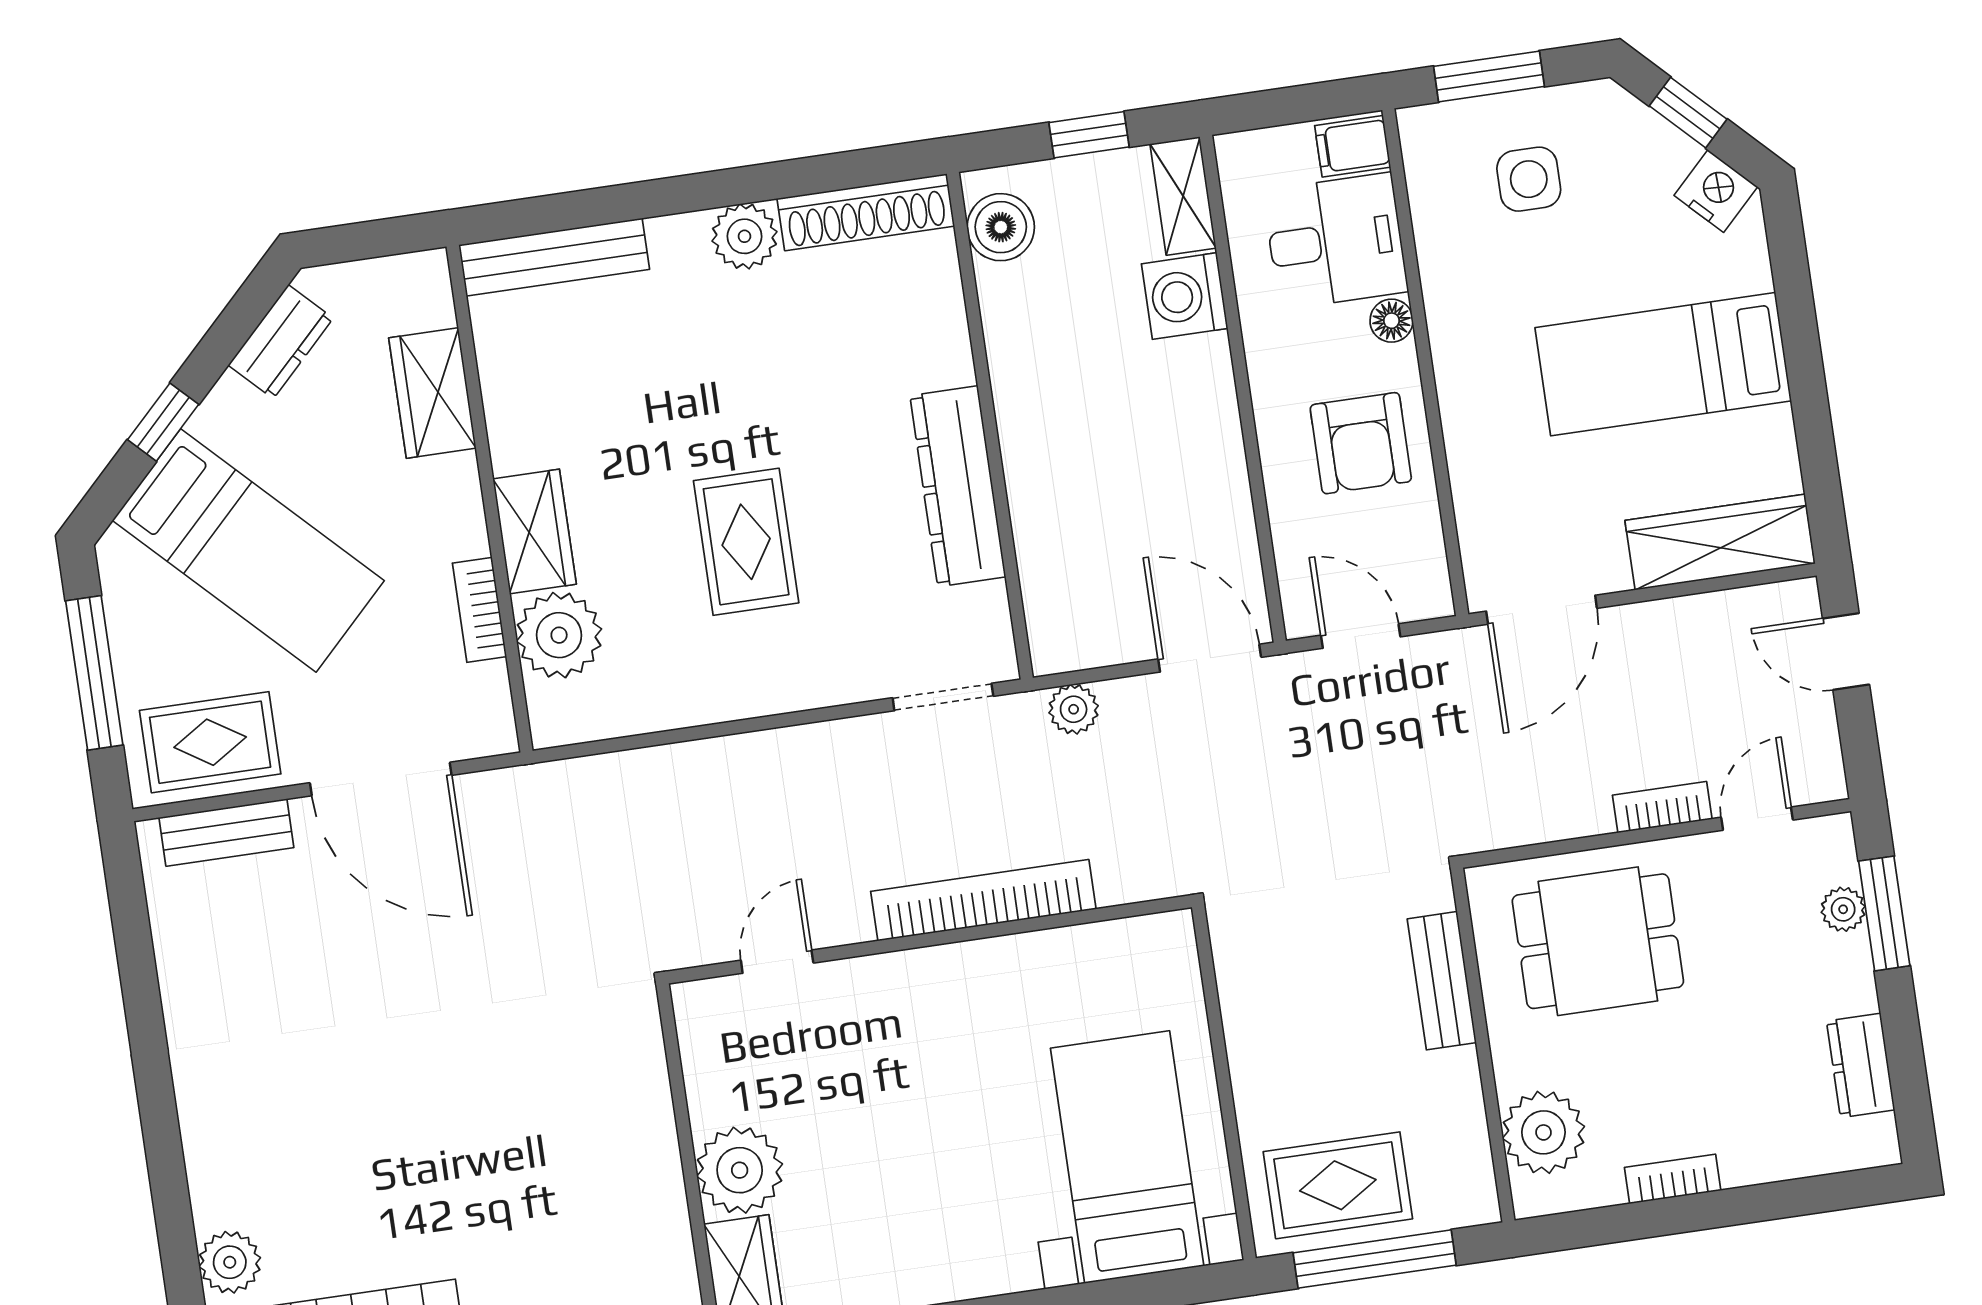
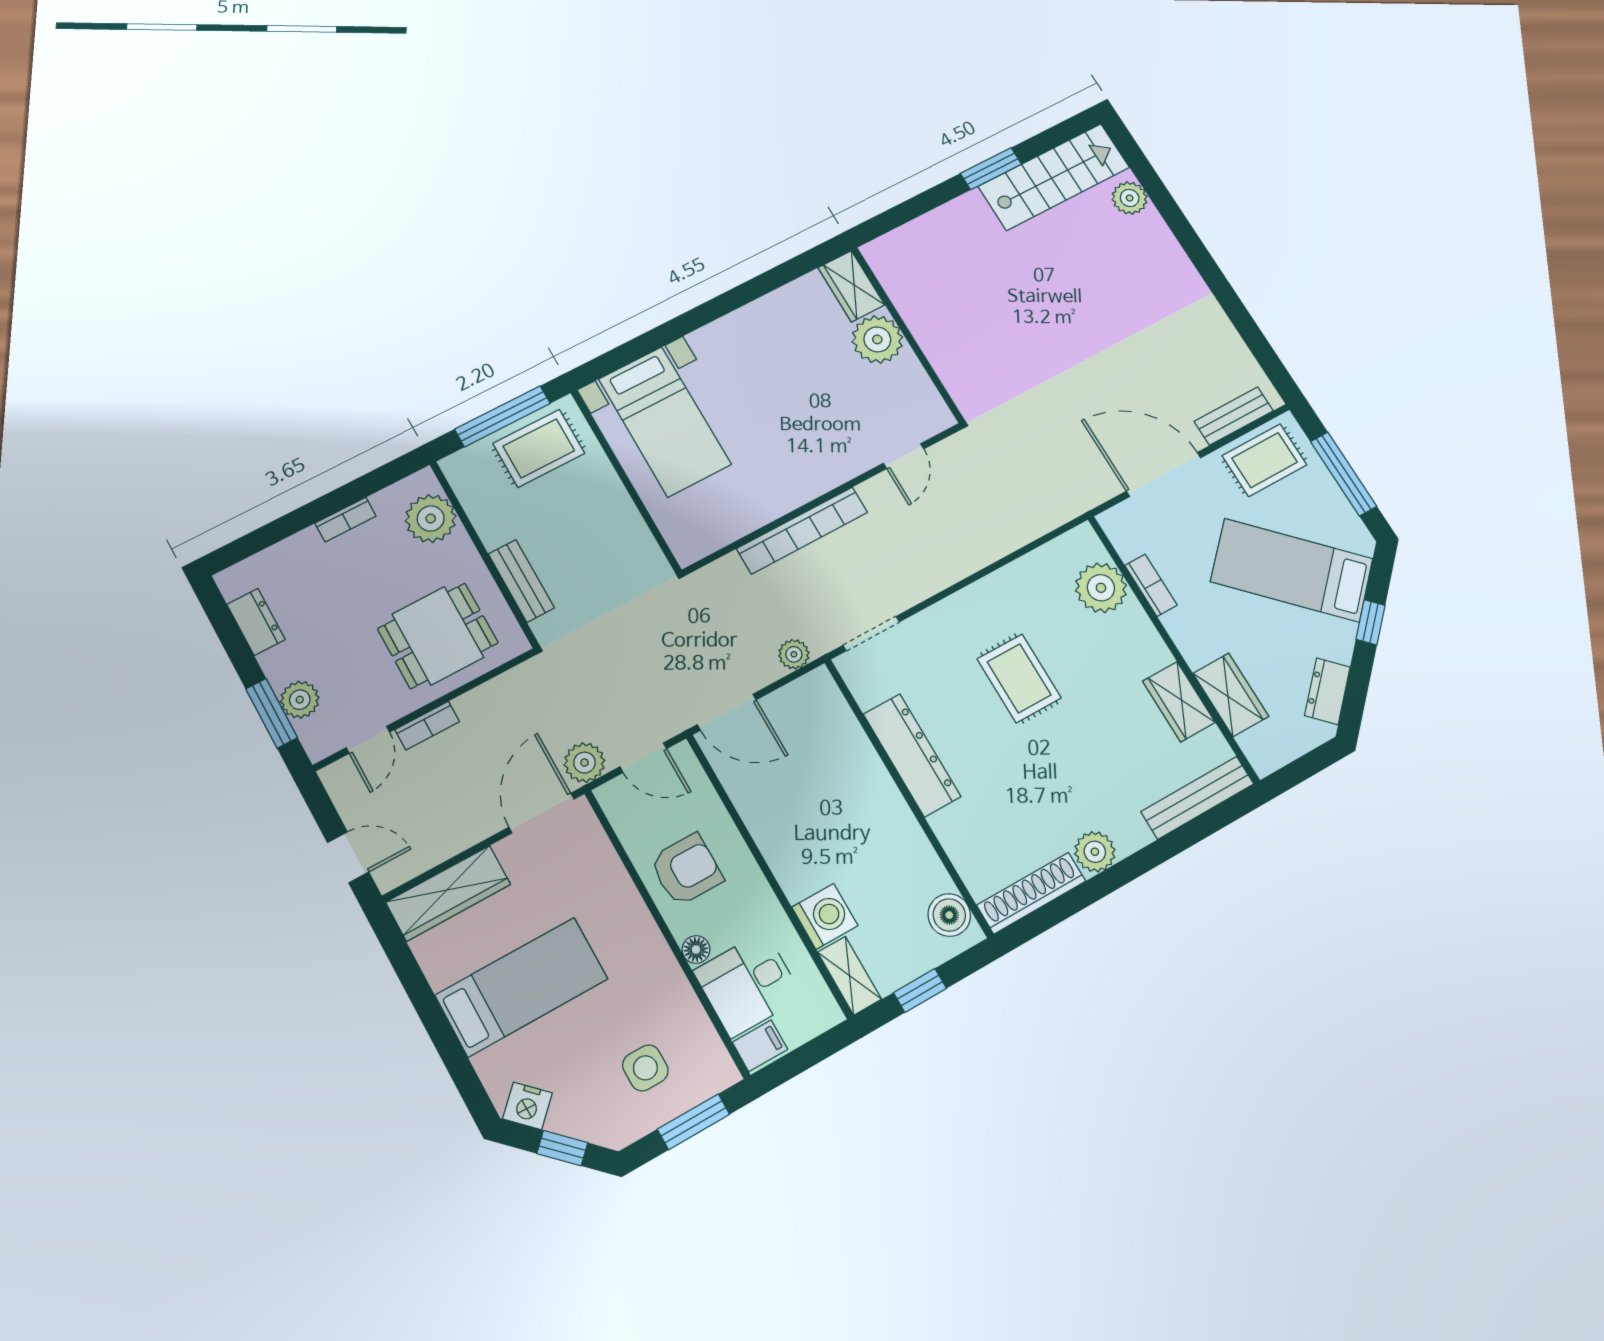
armchair: (1361, 443) -> (686, 870), turned 90
wardrobe: (534, 531) -> (1179, 702), moved
plant: (1450, 662) -> (584, 763), added
plant: (1843, 909) -> (300, 700), width x1.38, depth x1.38

